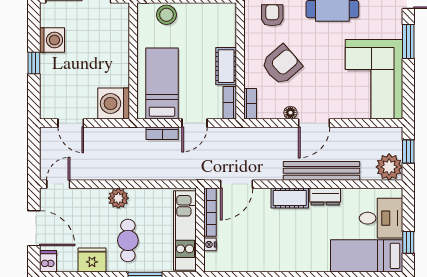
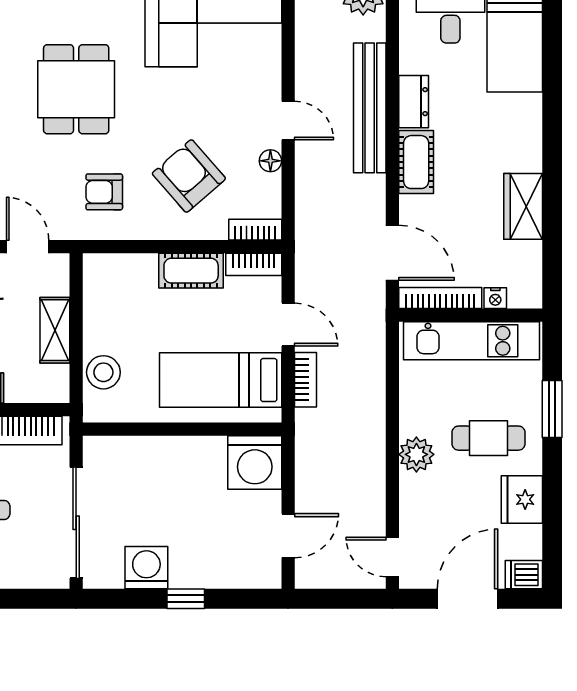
door: (314, 123) -> (288, 121), width x0.73
wardrobe: (264, 261) -> (523, 206), added

